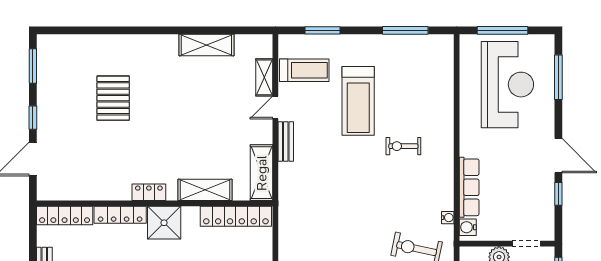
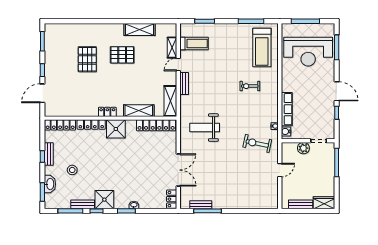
reception desk: (507, 85) -> (308, 52), turned 90
pallet: (175, 90) -> (122, 55), added
treadmill: (358, 101) -> (262, 48), moved
weight bench: (322, 220) -> (205, 128), added

